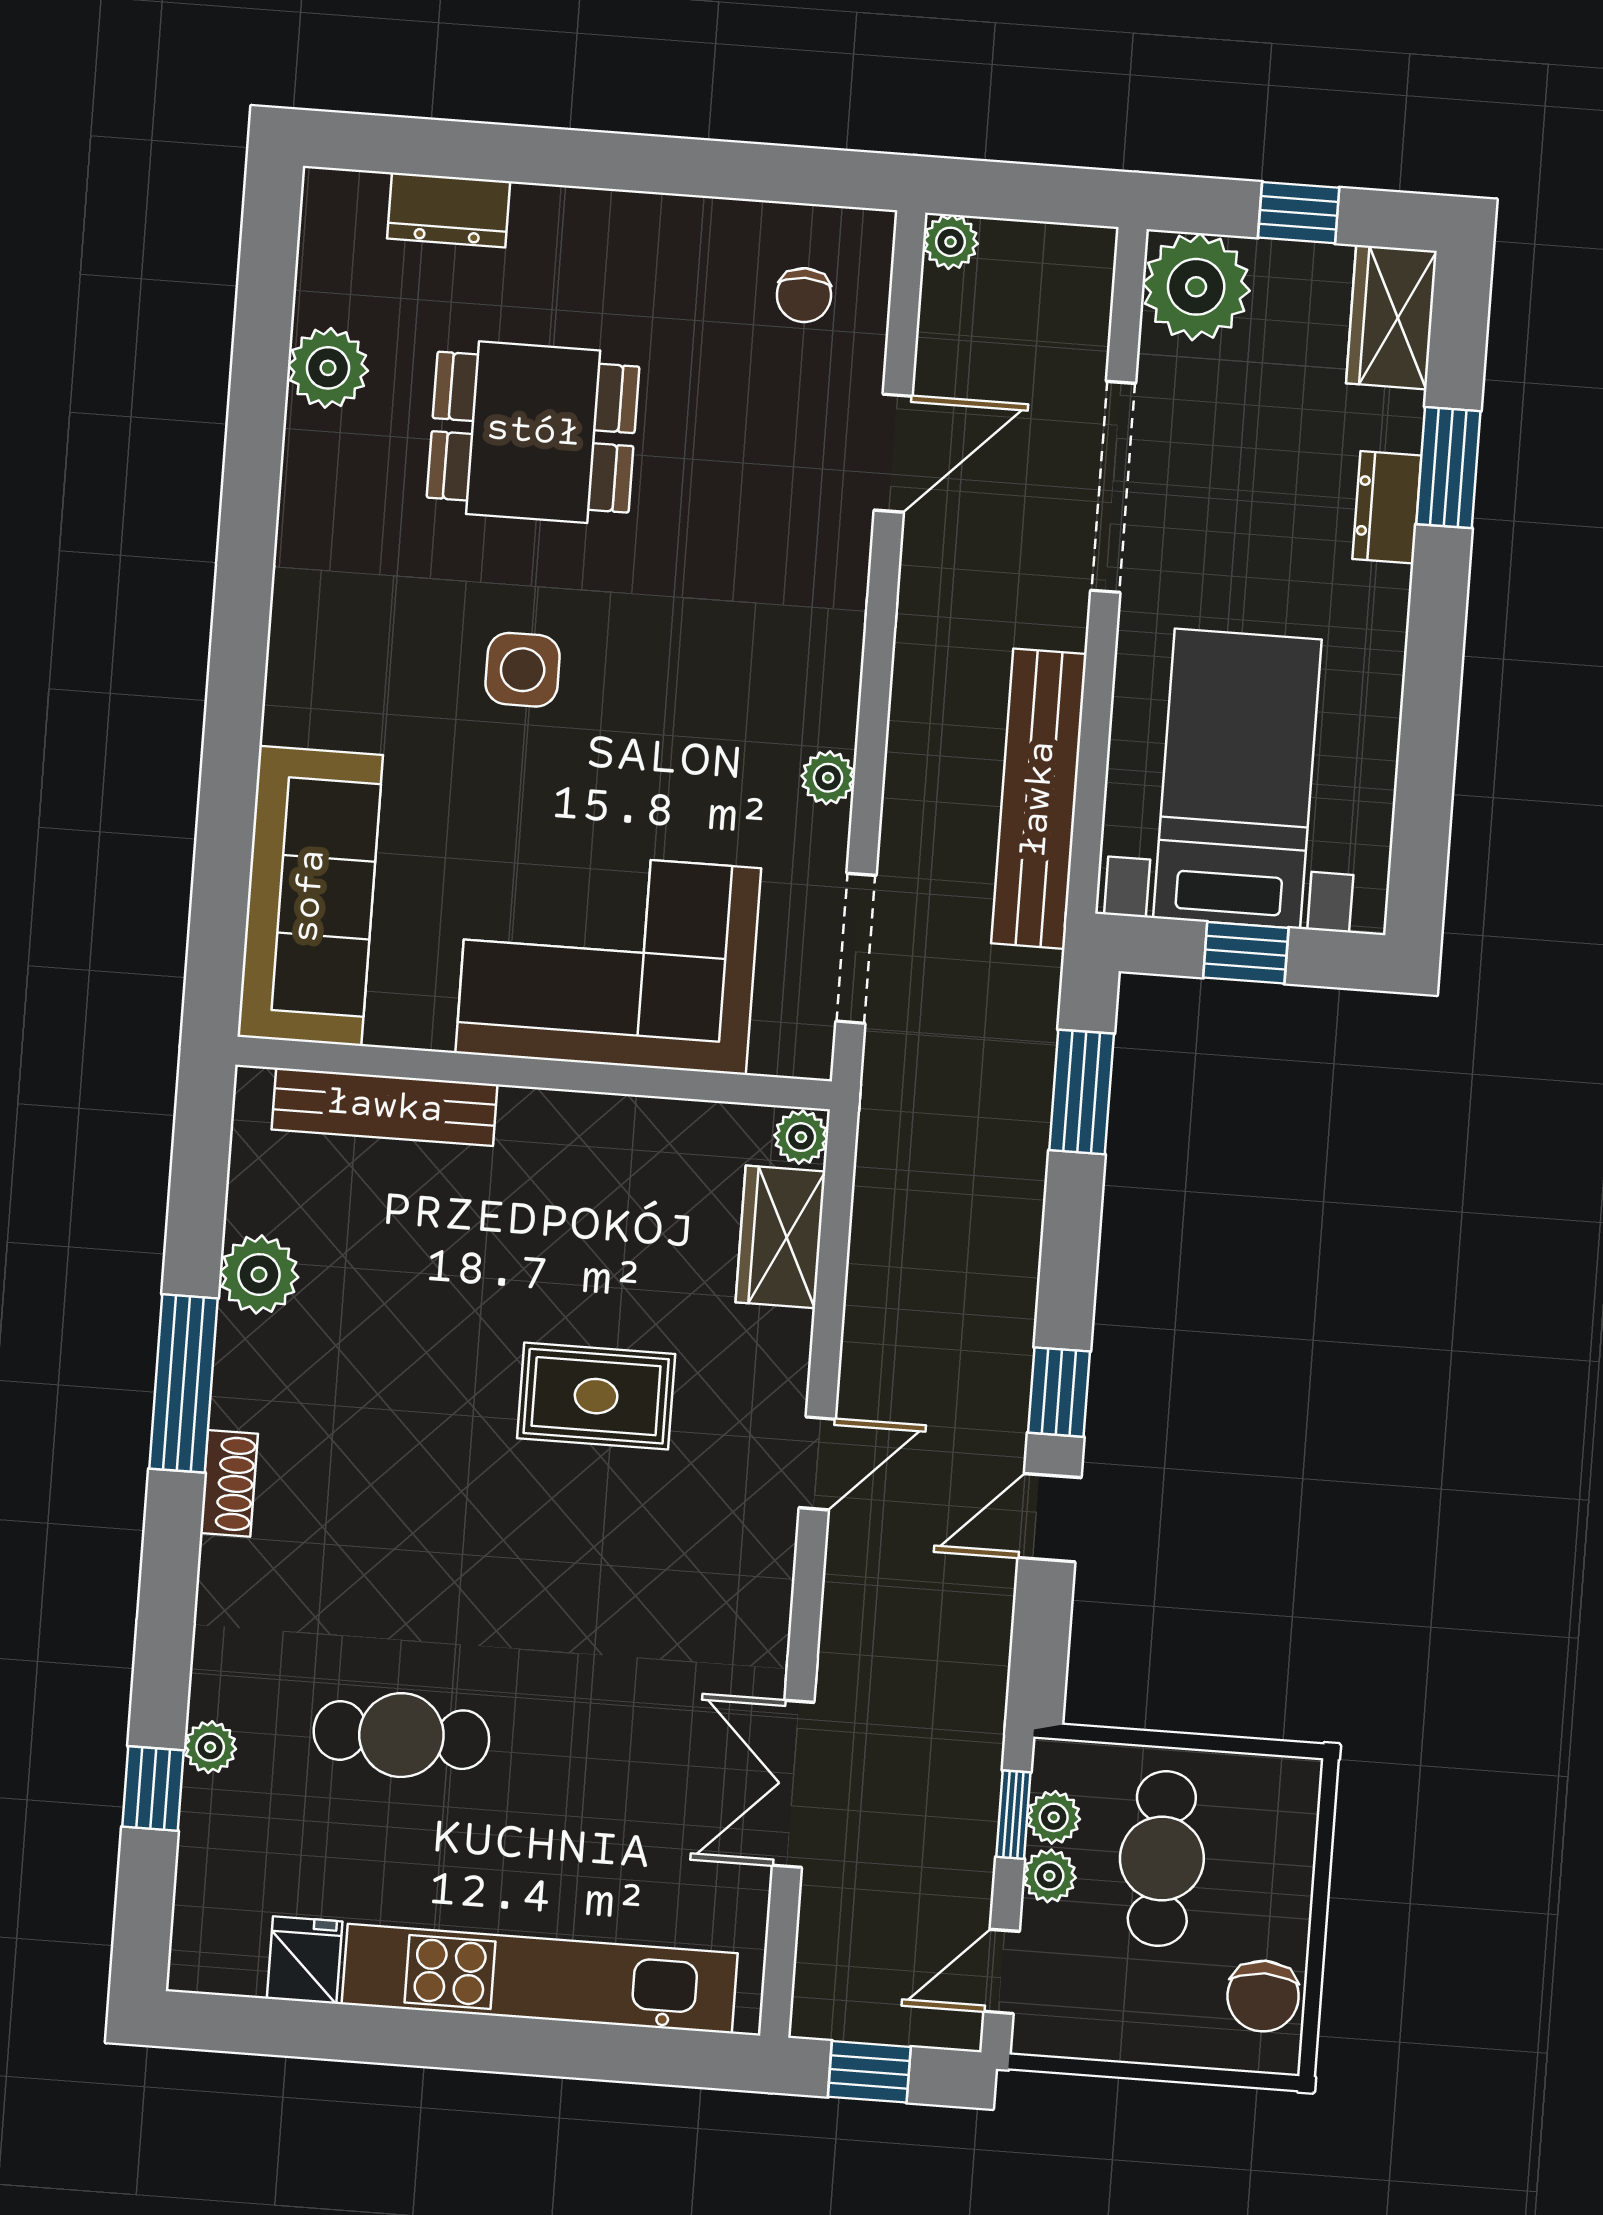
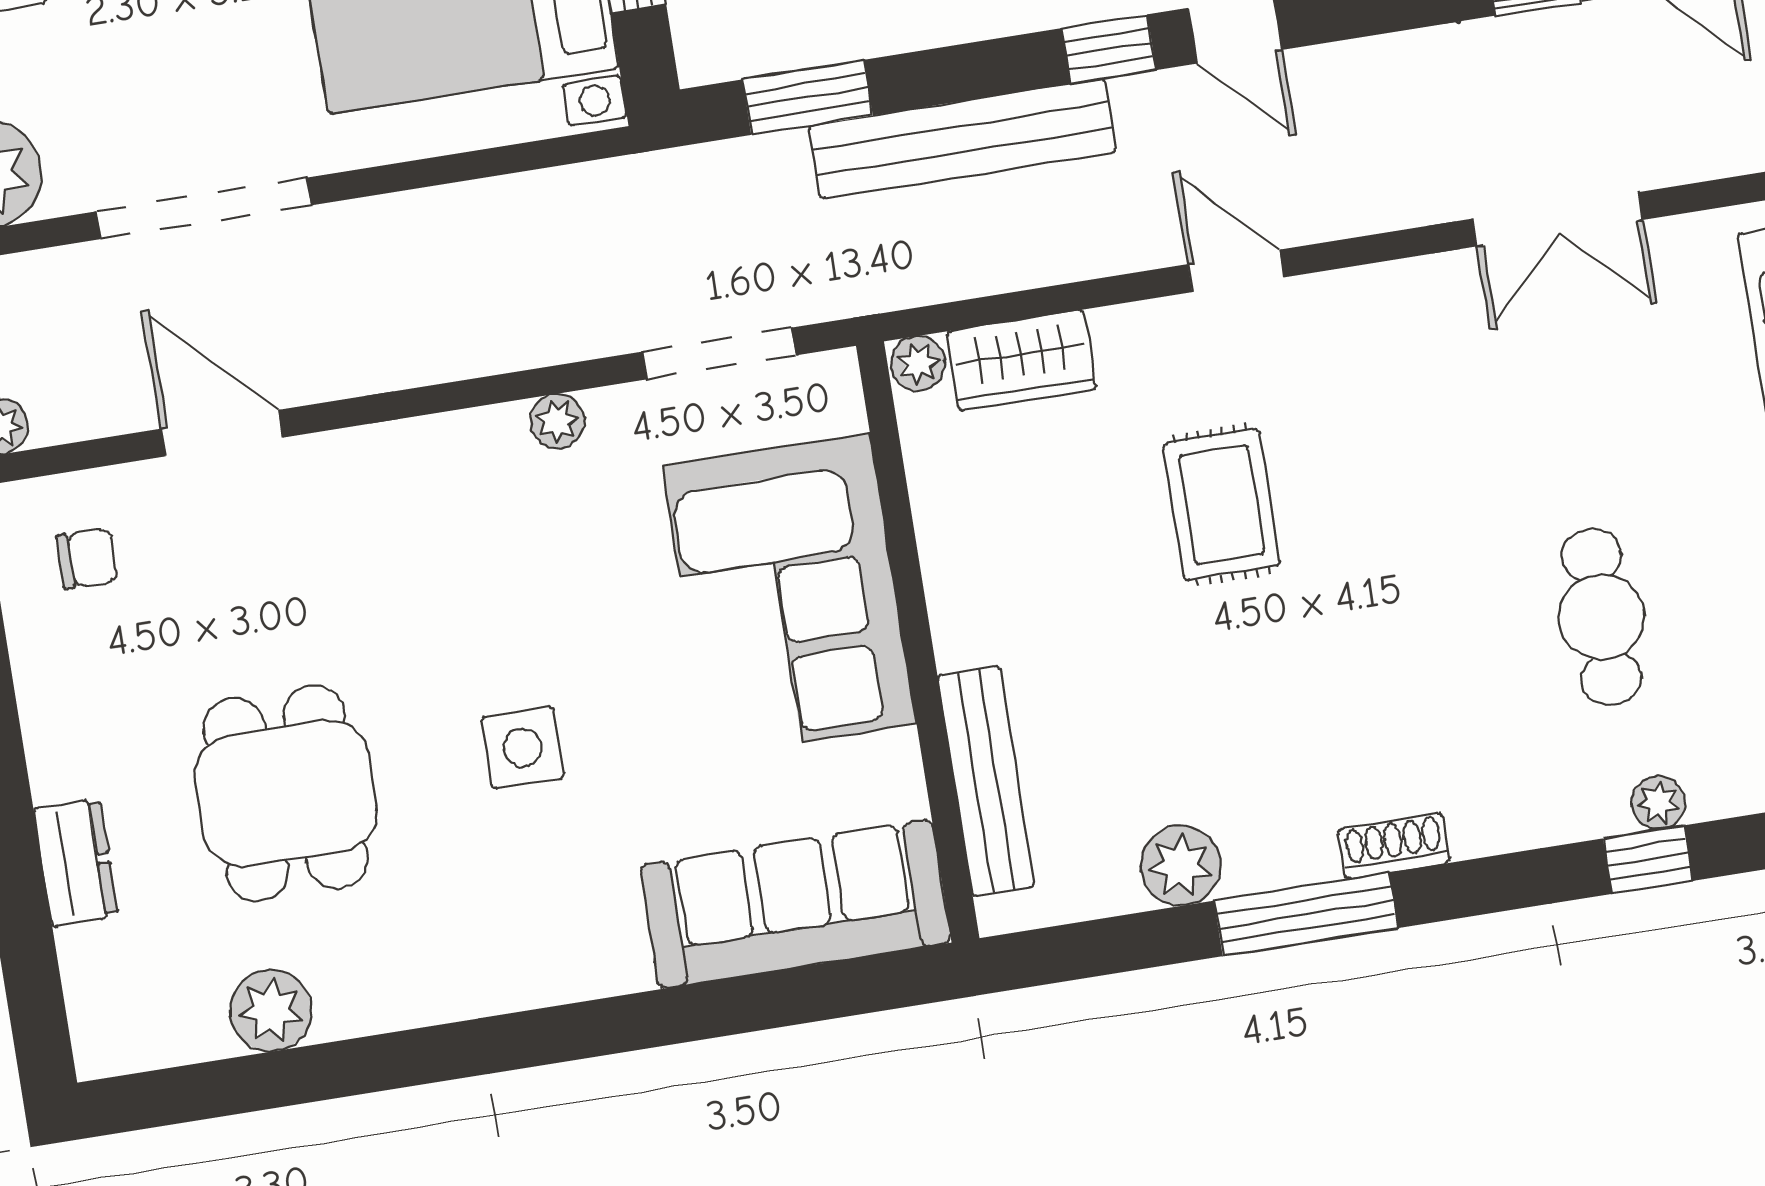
dresser: (449, 210) -> (76, 862), moved
bench: (1039, 799) -> (962, 139), moved
window: (153, 1789) -> (1648, 860), moved

